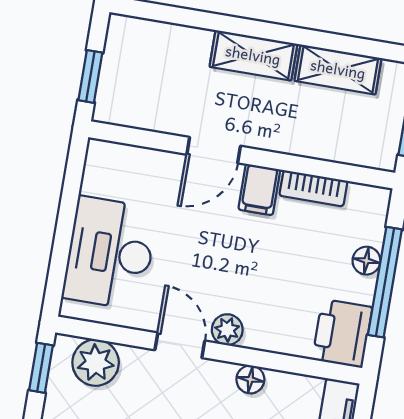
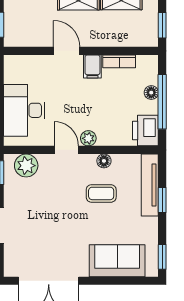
door: (214, 150) -> (67, 51), swing flipped

